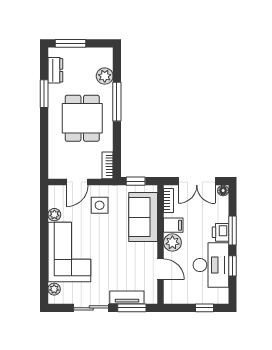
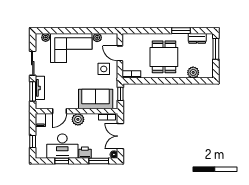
window: (117, 102) -> (175, 81), removed
dining table: (82, 118) -> (164, 57), turned 90
filing cabinet: (173, 225) -> (40, 120), moved
window: (232, 230) -> (99, 161), moved

